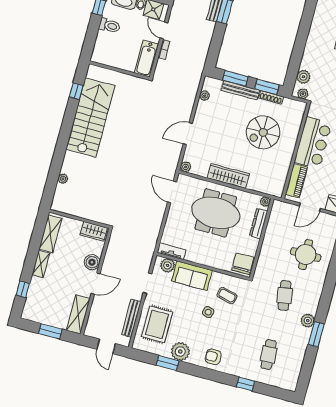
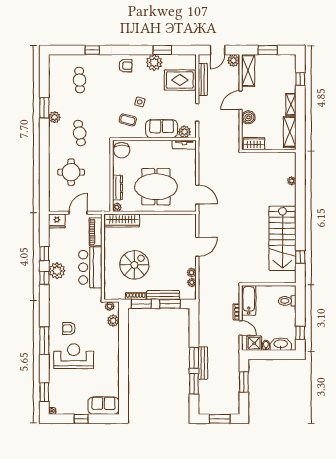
toilet: (109, 26) -> (287, 301), moved
plant: (186, 167) -> (192, 273), moved
wardrobe: (228, 176) -> (122, 220), moved
rug: (157, 324) -> (180, 80), turned 90
plant: (91, 330) -> (233, 60), added
door: (106, 346) -> (218, 50), swing flipped

